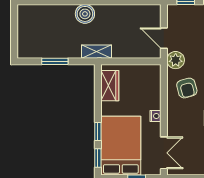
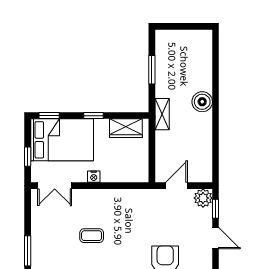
plant: (176, 60) -> (203, 198), moved
armchair: (187, 88) -> (123, 210), removed
window: (98, 131) -> (94, 116), moved

